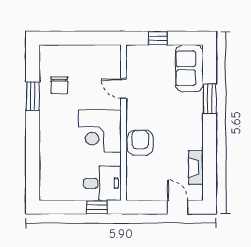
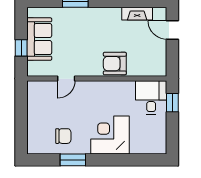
sofa: (189, 68) -> (39, 39), moved, turned -90
corner desk: (100, 131) -> (110, 135), moved, turned 180
door: (178, 207) -> (172, 30), hinge flipped

